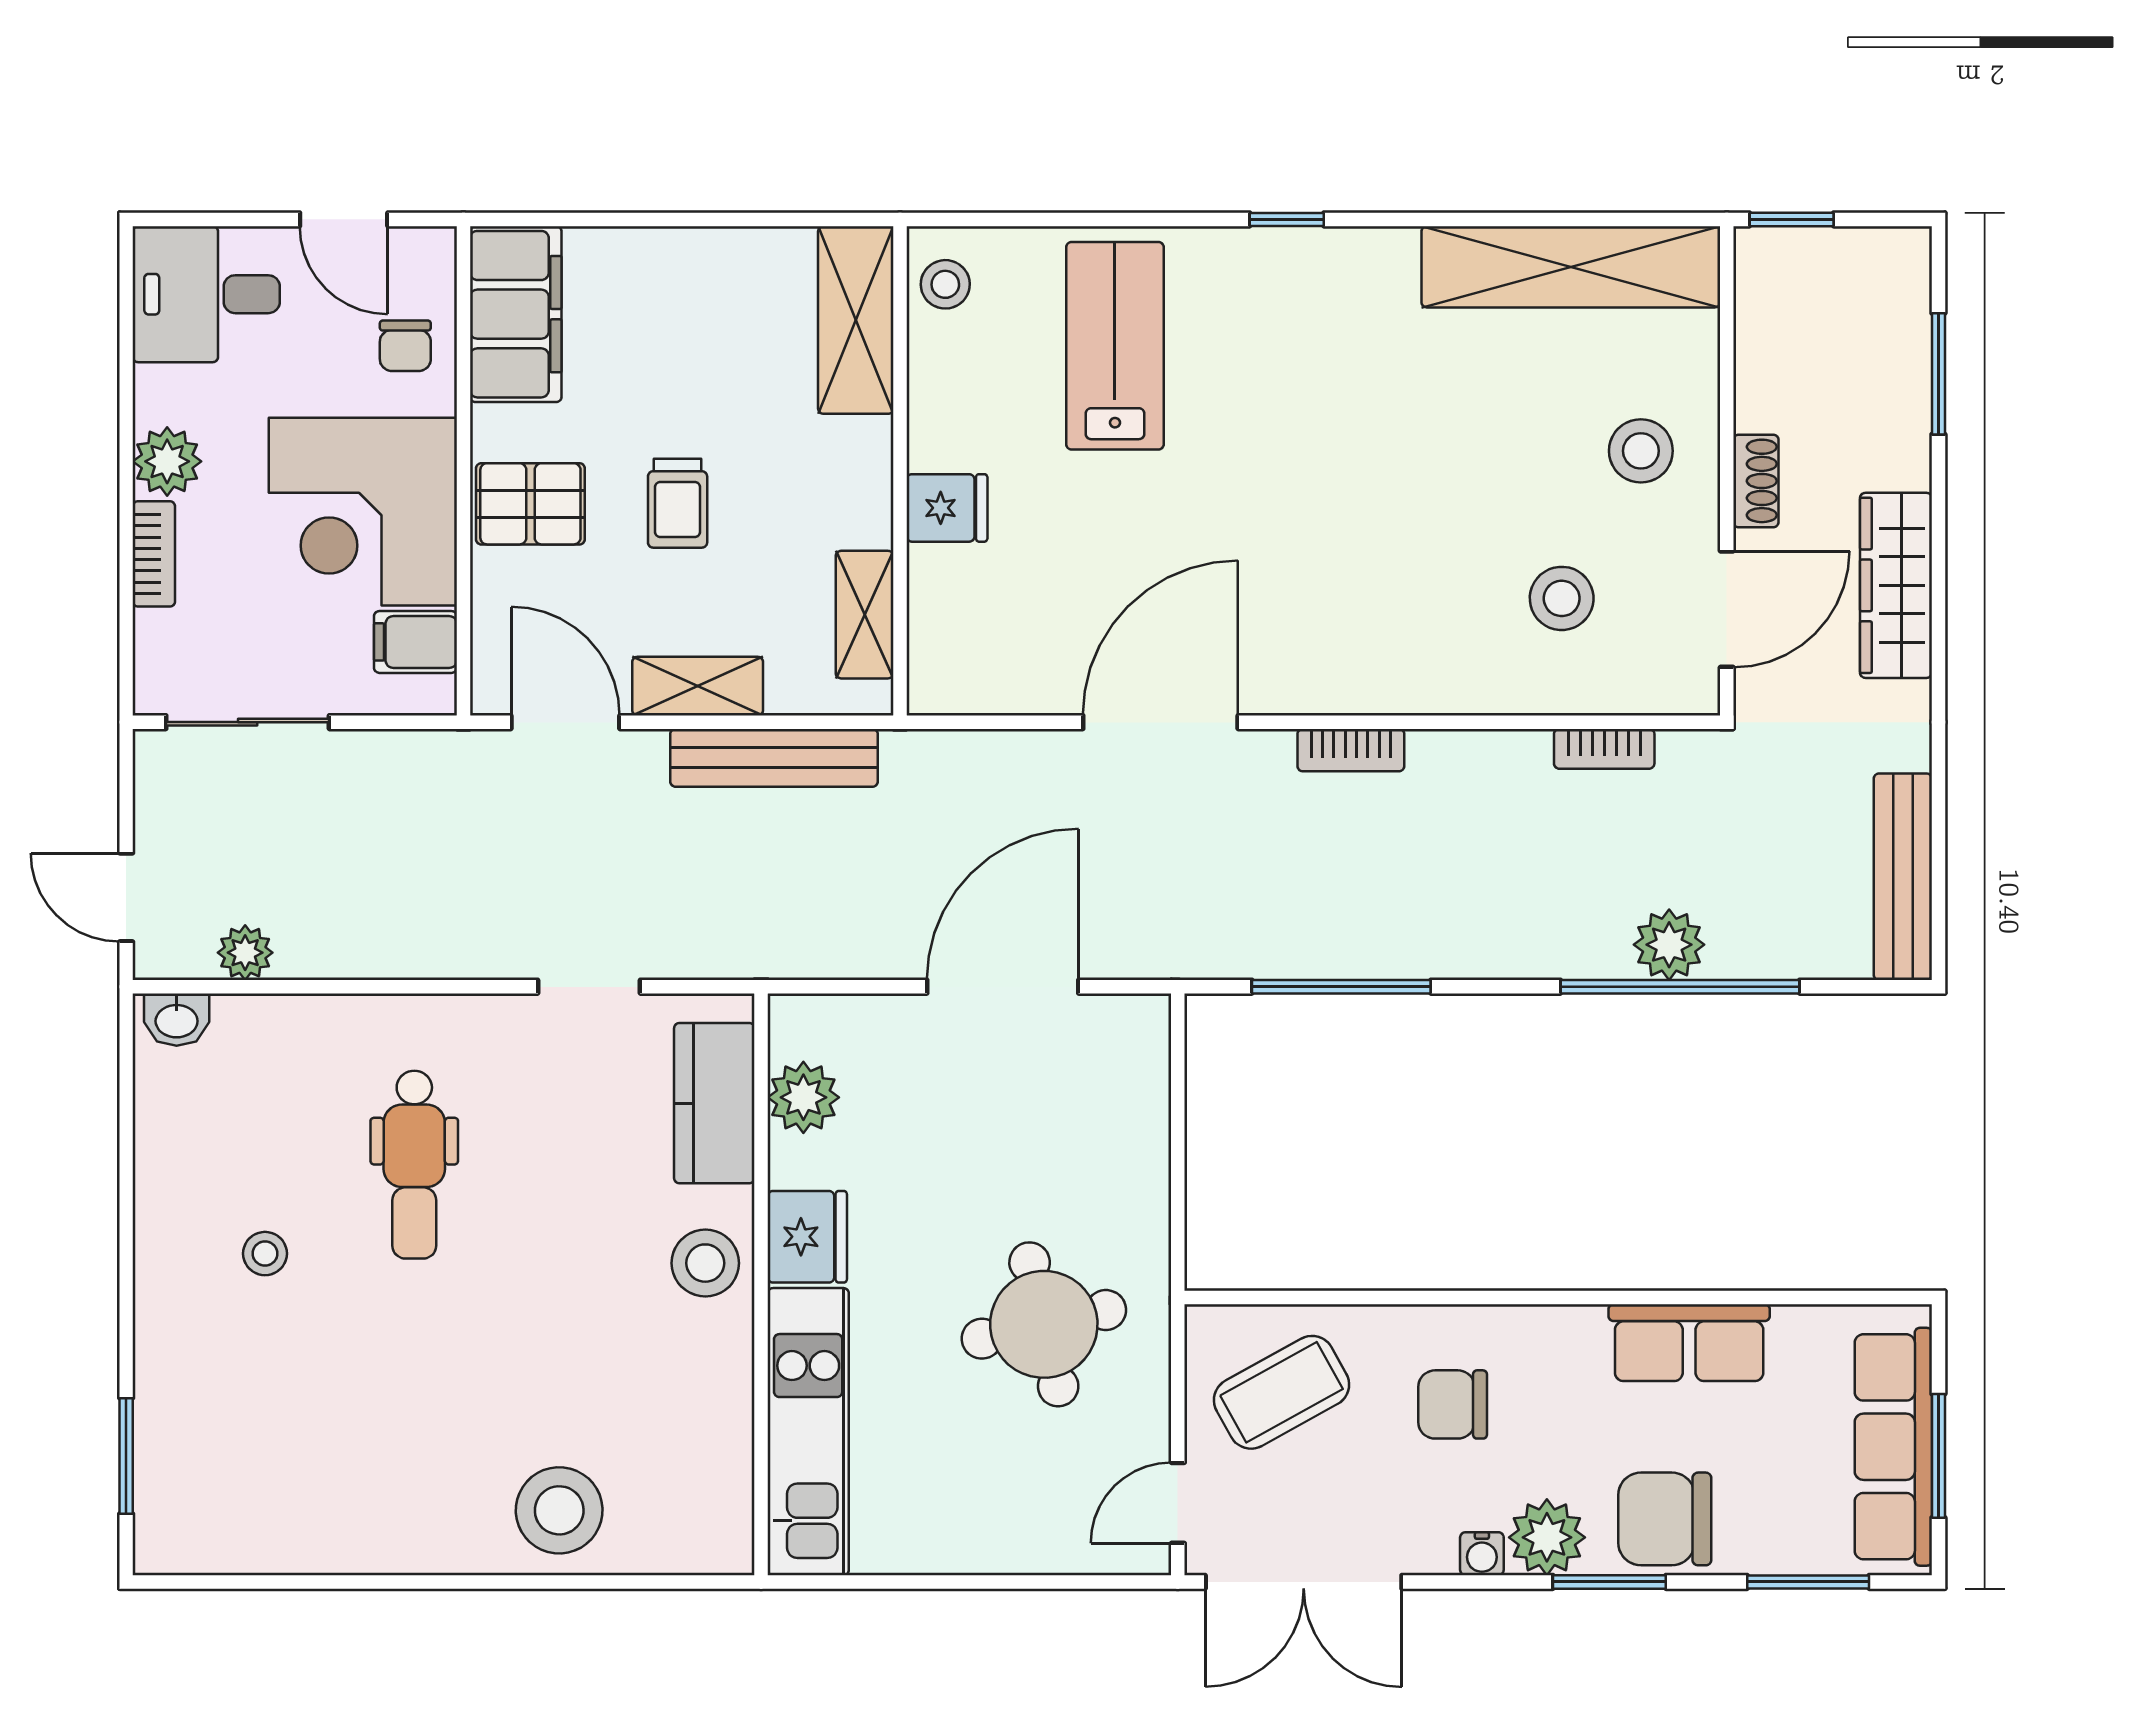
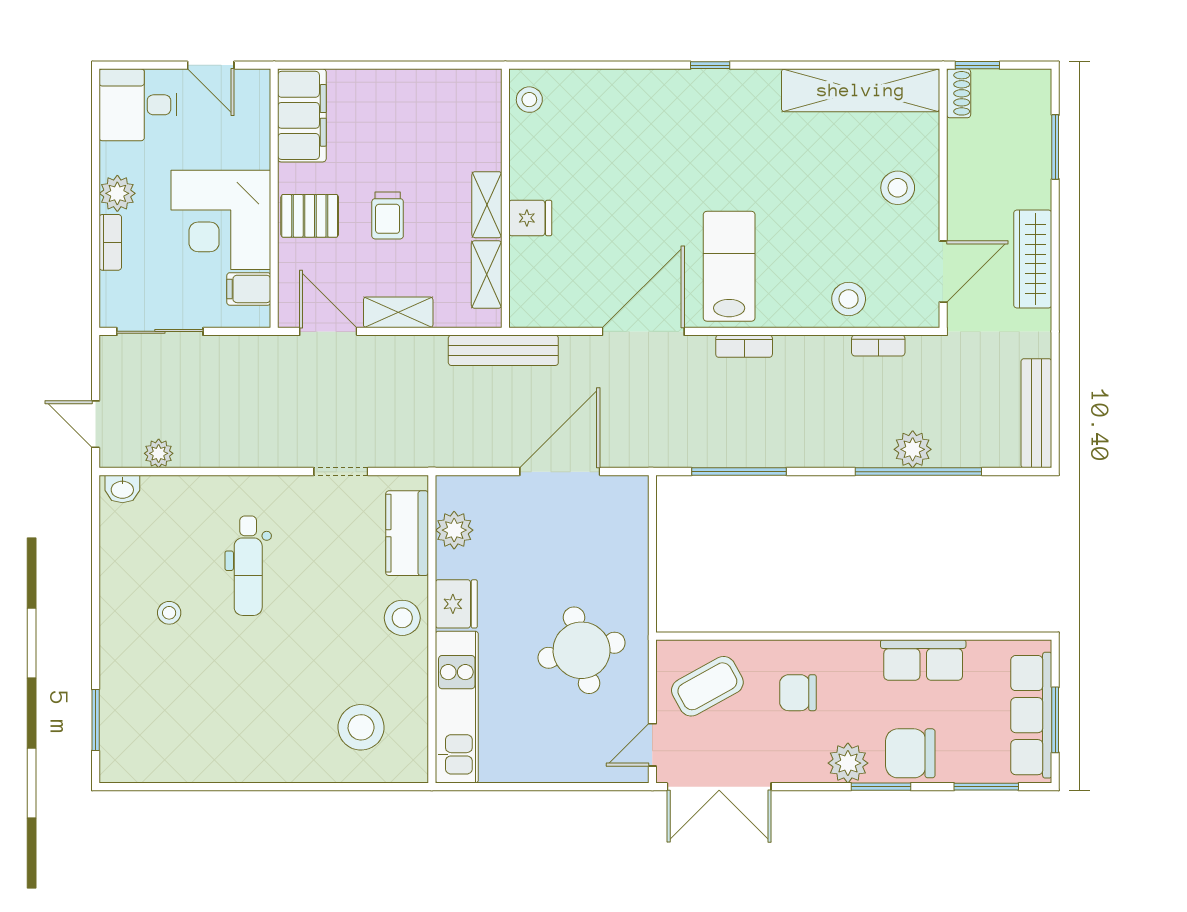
shelving: (856, 320) -> (487, 205), moved, width x0.67, depth x0.75
chair: (405, 346) -> (243, 132), removed
lab bench: (1115, 346) -> (729, 266), moved
shoe rack: (1756, 481) -> (959, 93), moved
stool: (1562, 598) -> (849, 299), moved
bench: (774, 758) -> (503, 350), moved
stool: (559, 1510) -> (361, 727), moved
water cooler: (1482, 1554) -> (813, 772), removed

